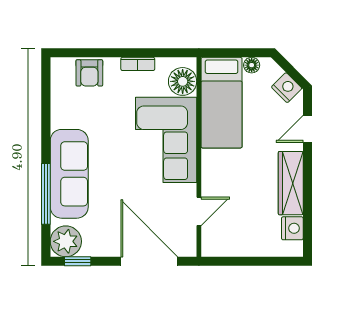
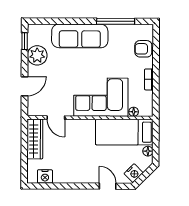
floor lamp: (183, 81) -> (134, 112), width x0.53, depth x0.53
wardrobe: (291, 183) -> (35, 139), moved, turned 90
window: (46, 194) -> (116, 21), moved
plant: (66, 241) -> (37, 55), moved
door: (149, 261) -> (25, 86), width x0.53

